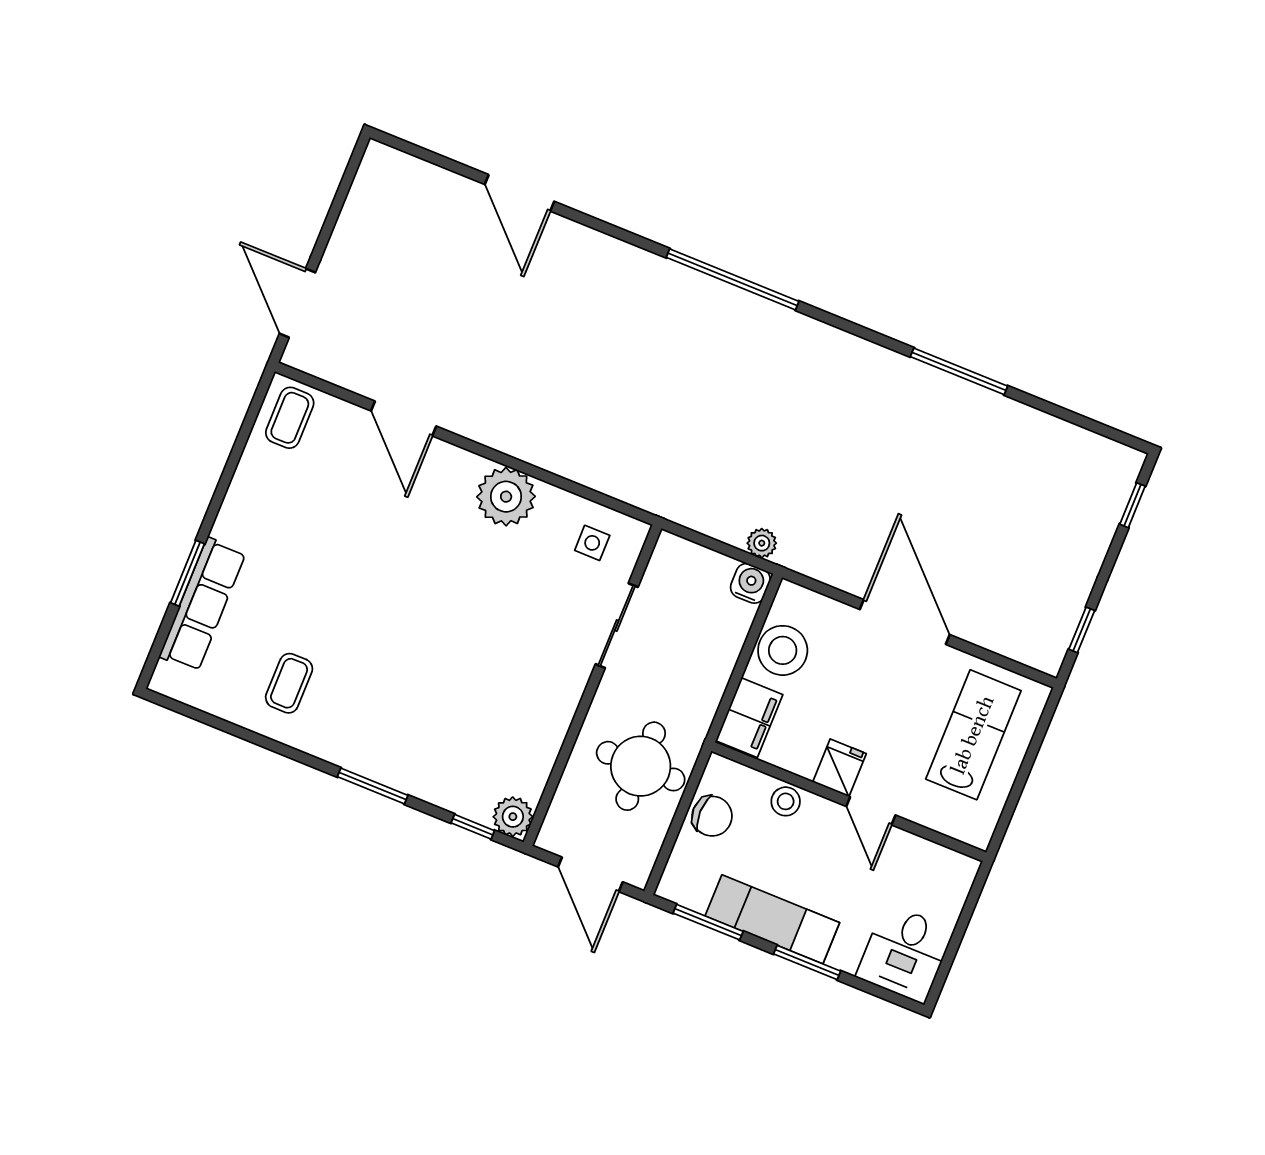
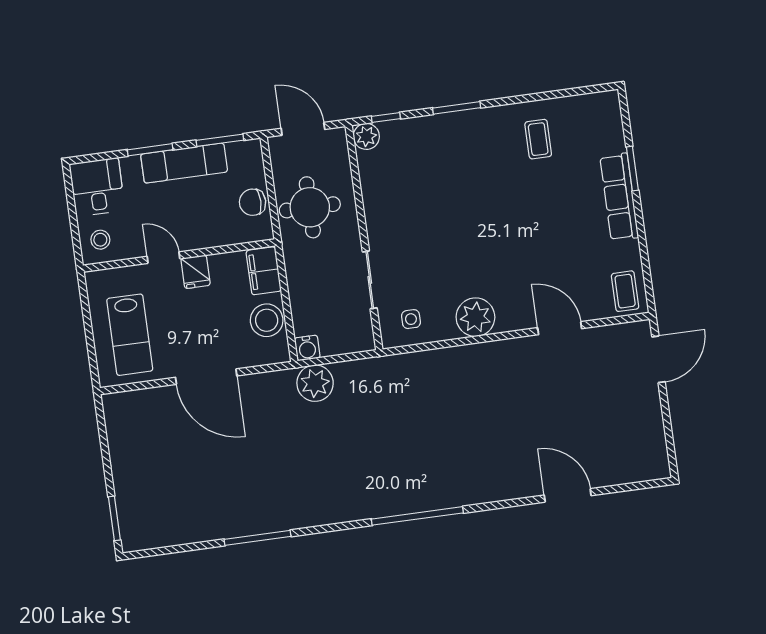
door: (297, 303) -> (659, 359), hinge flipped
window: (1132, 505) -> (114, 518), width x1.50
plant: (762, 543) -> (315, 383), width x1.88, depth x1.88
row of seats: (203, 605) -> (619, 197), moved
window: (1082, 630) -> (102, 430), removed
stool: (786, 801) -> (100, 240), moved

